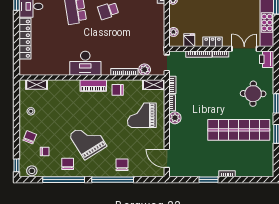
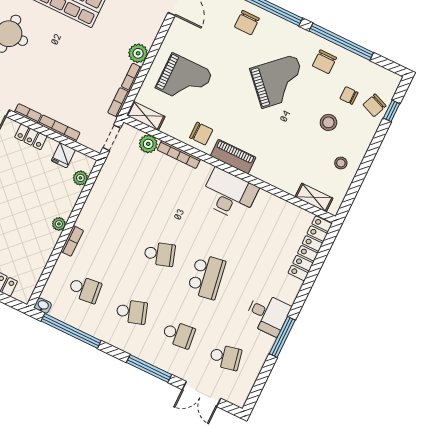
locker: (25, 39) -> (310, 248), moved
chair: (30, 137) -> (375, 105), moved
grand piano: (88, 140) -> (279, 81), turned -101
window: (16, 165) -> (392, 111), moved
stool: (32, 171) -> (328, 122), moved

